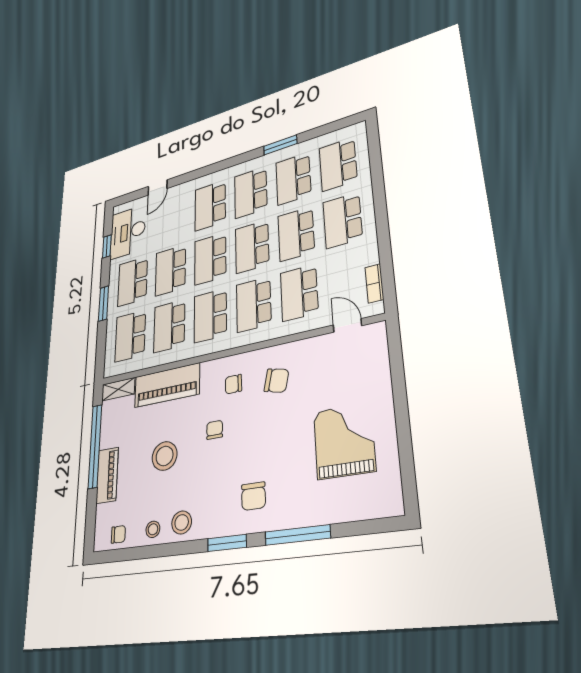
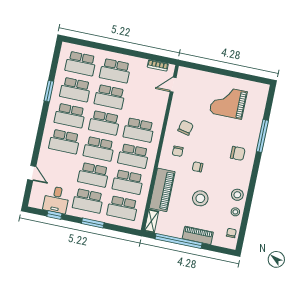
desk: (128, 232) -> (56, 200), width x0.73
school desk: (299, 293) -> (144, 104), removed
window: (227, 543) -> (255, 172), removed

